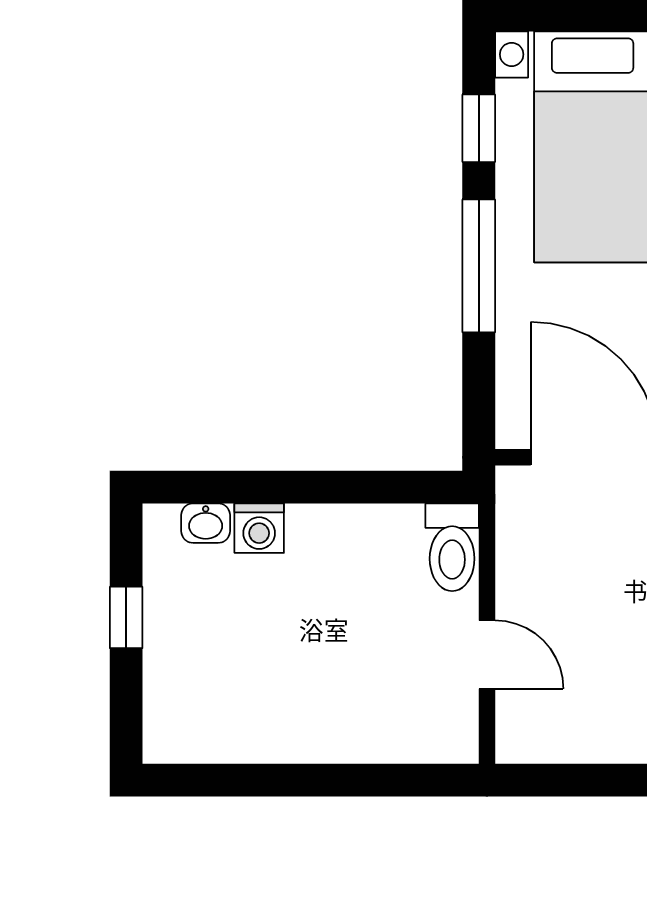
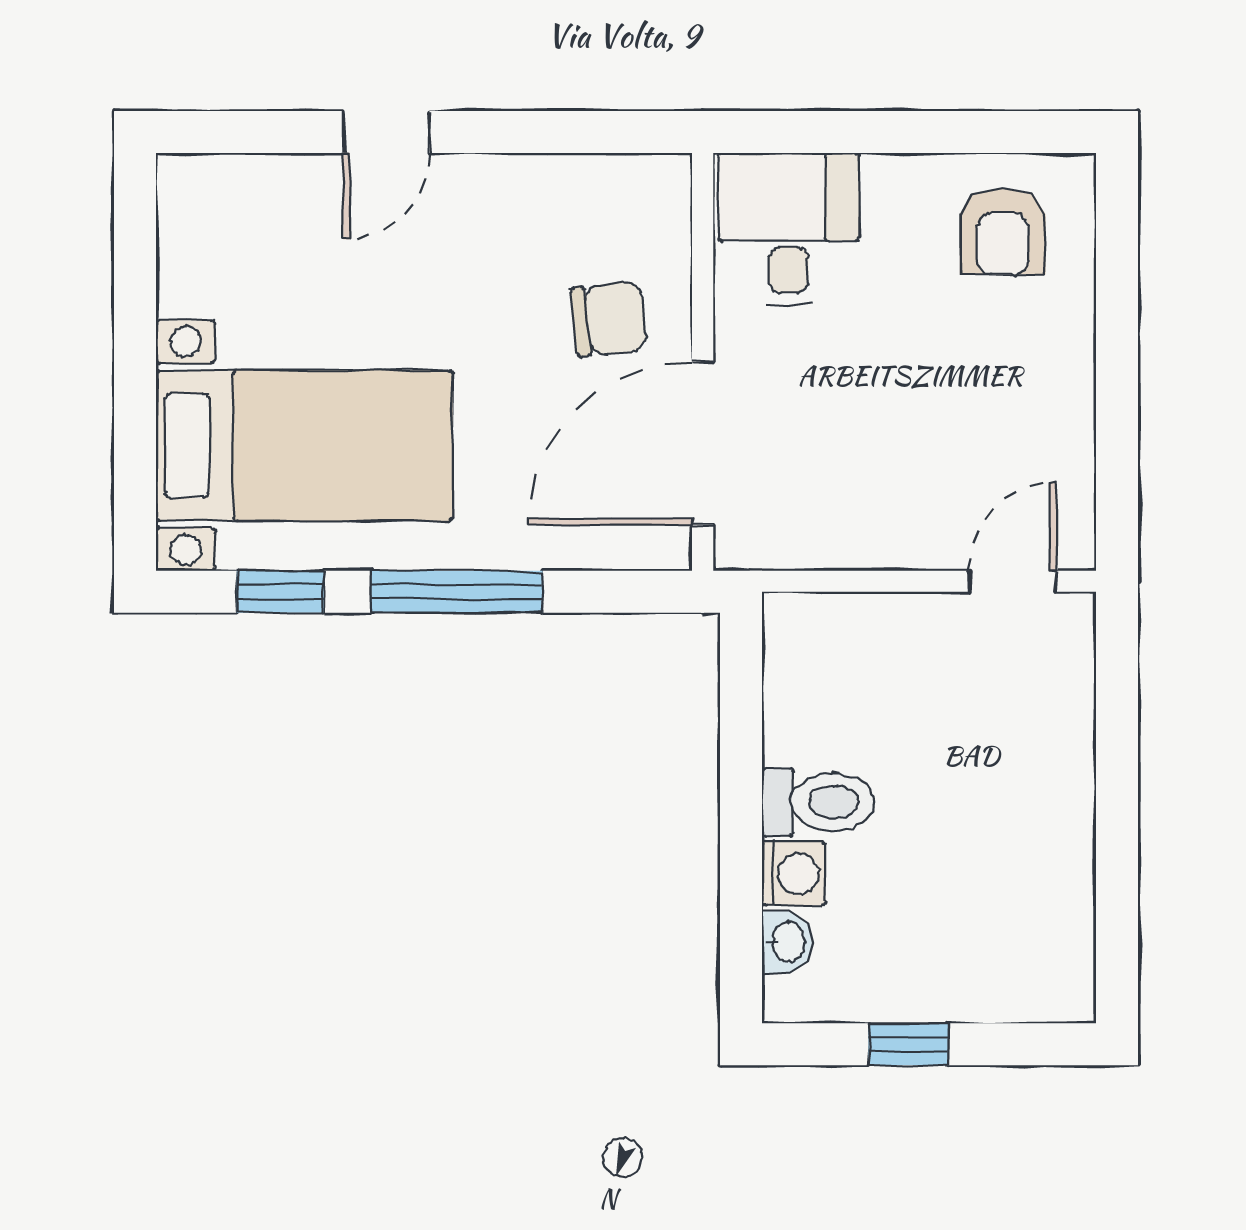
toilet: (452, 547) -> (818, 802), moved
door: (487, 655) -> (1013, 581), moved

